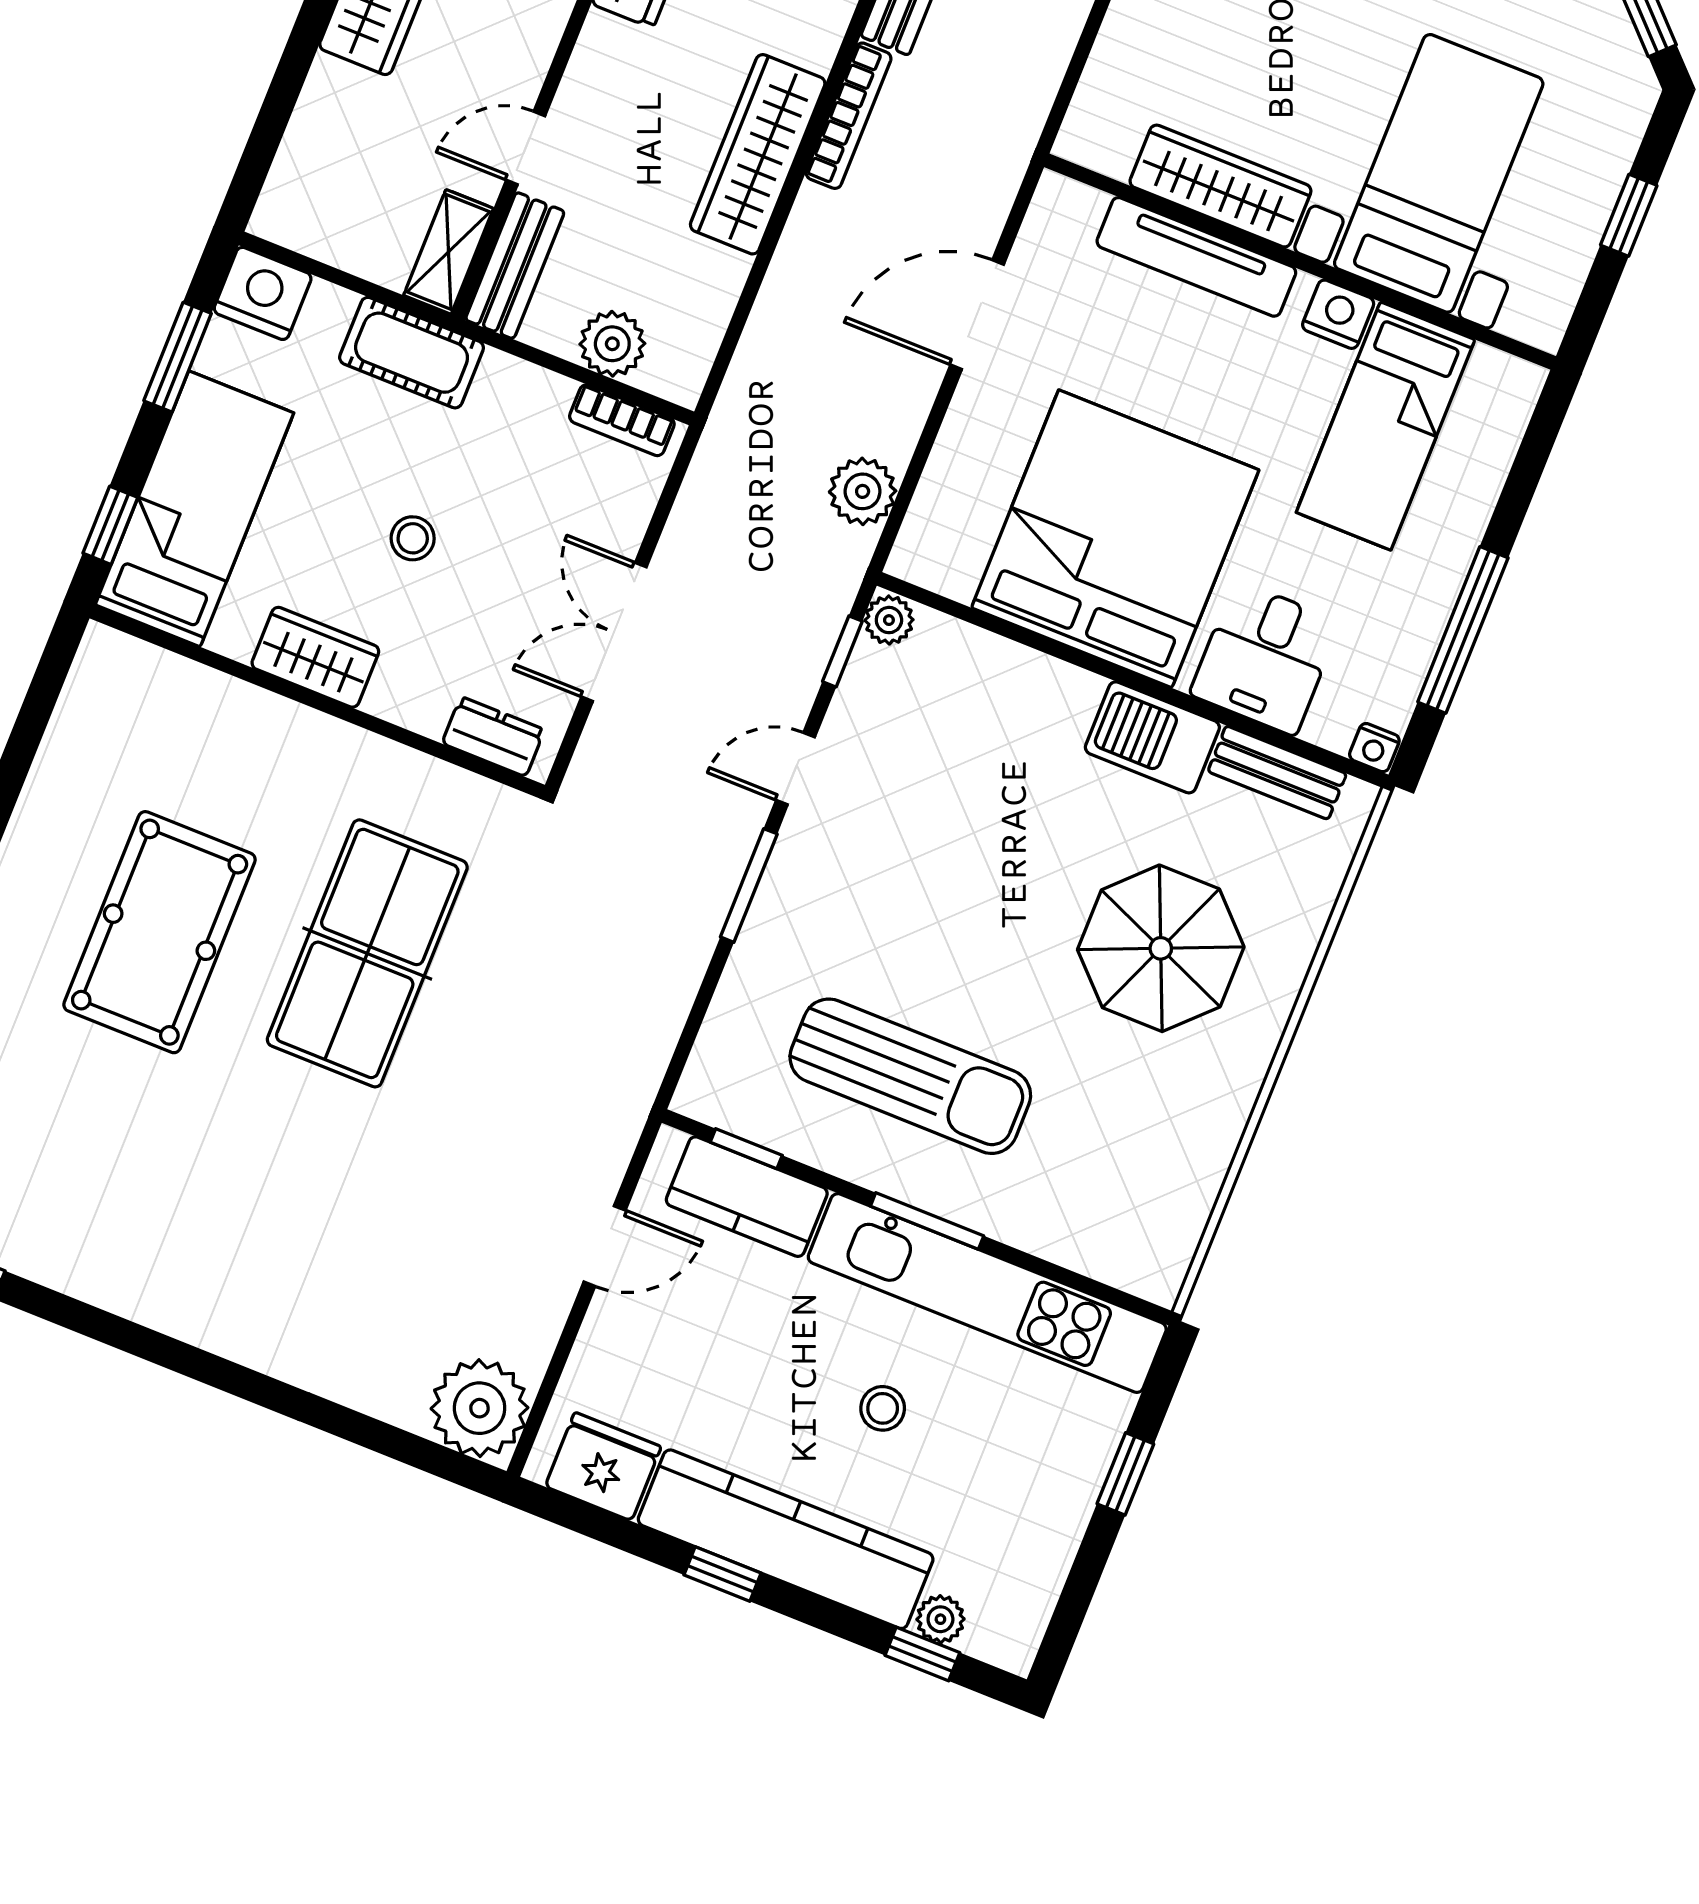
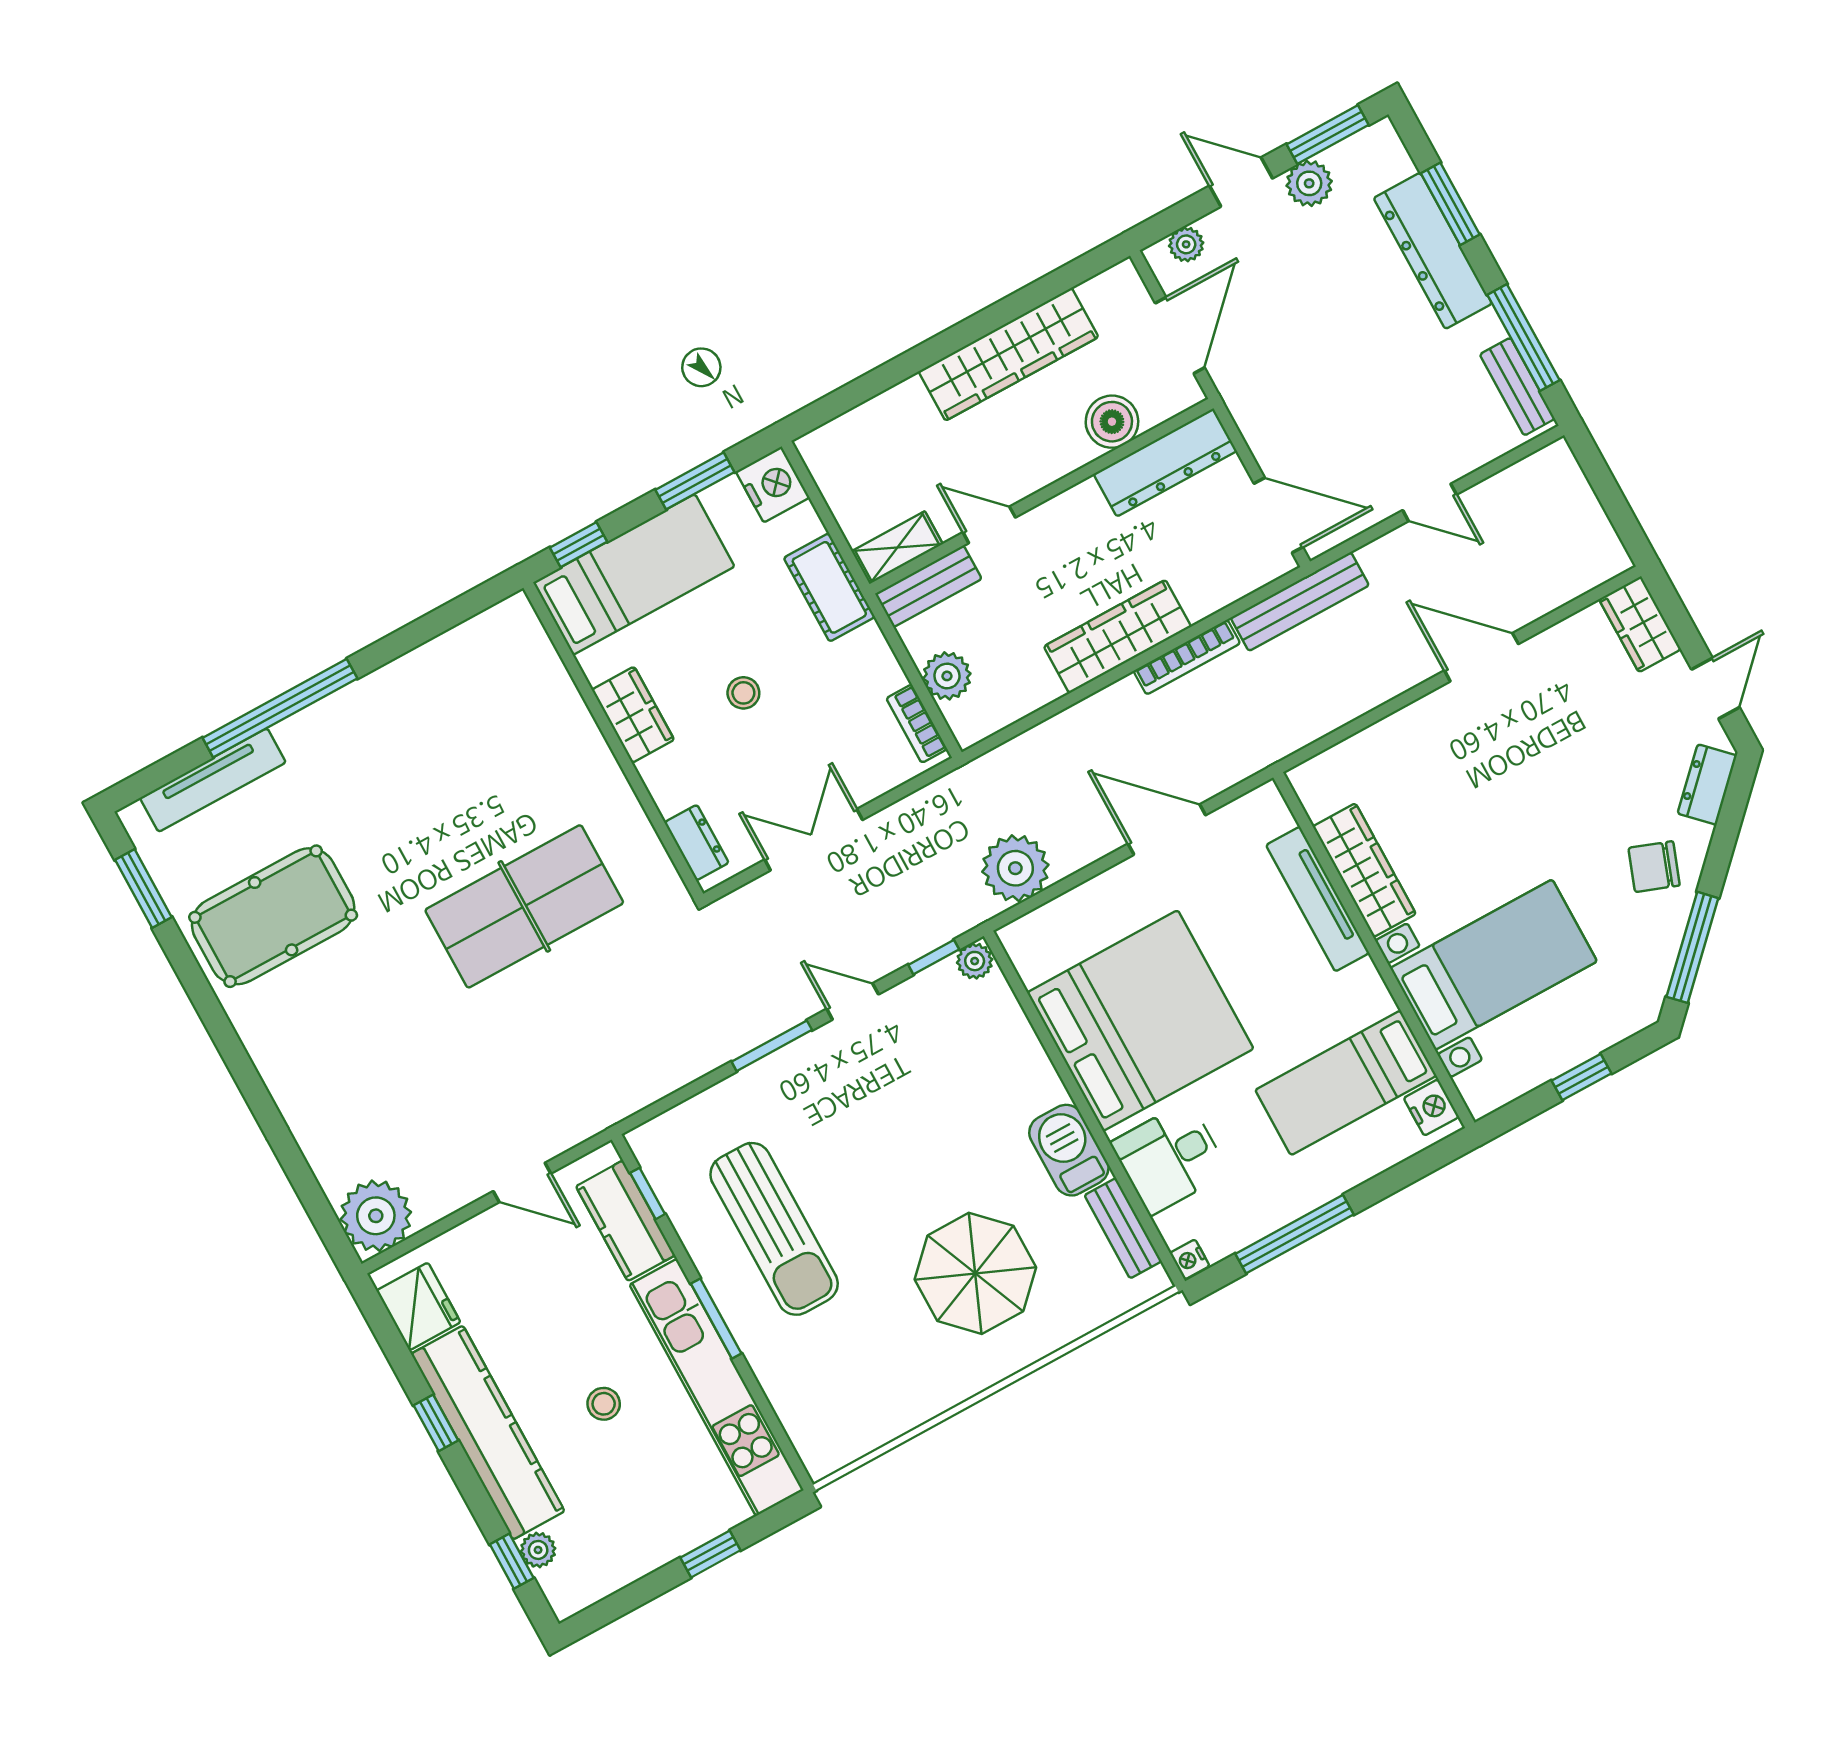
nightstand: (1338, 314) -> (1431, 1107), moved
plant: (863, 491) -> (1015, 868), width x1.36, depth x1.36
pool table: (160, 932) -> (273, 916), moved

